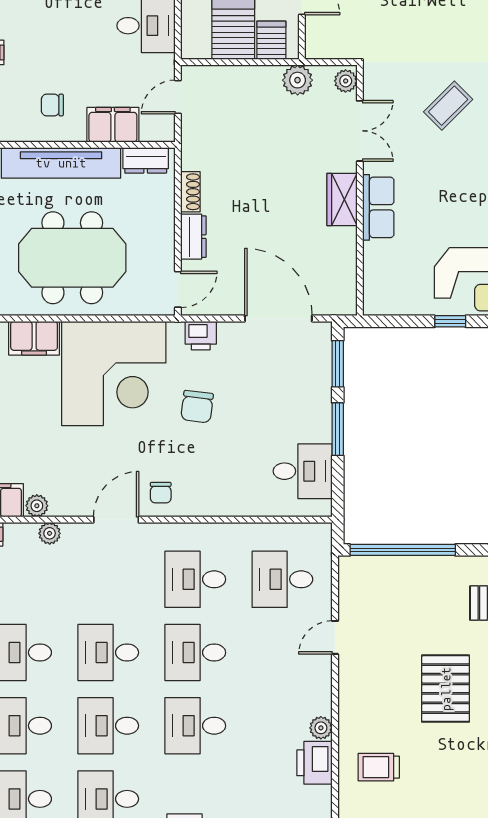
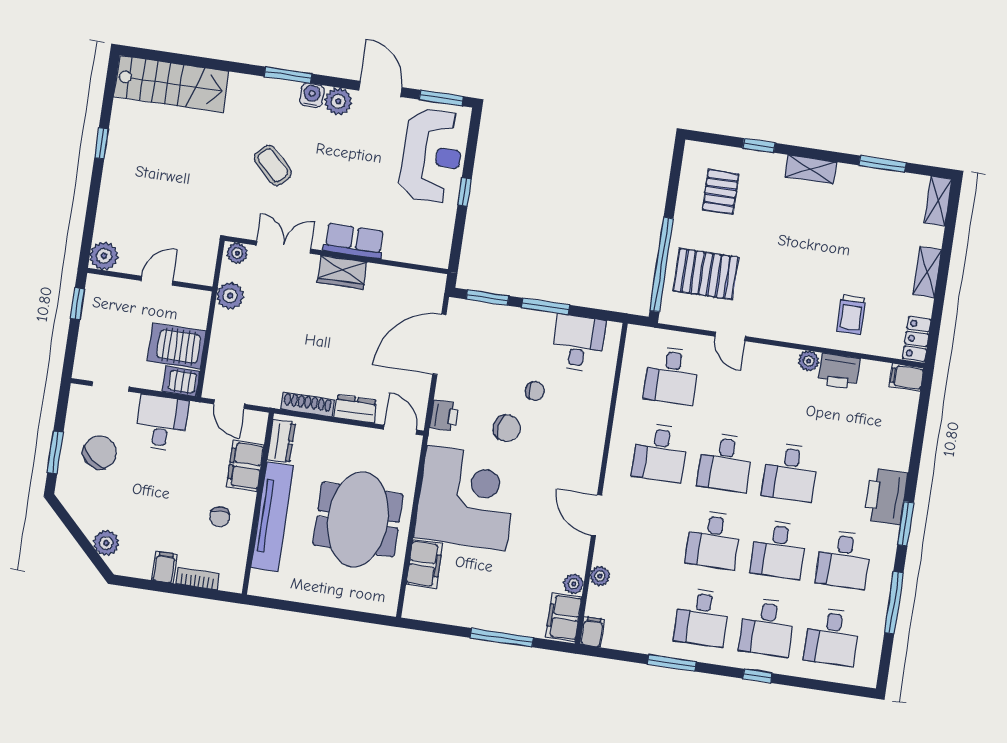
server rack: (271, 40) -> (181, 381), moved
shoe rack: (190, 192) -> (307, 404), width x1.43
chair: (161, 493) -> (535, 391), moved
pallet: (446, 689) -> (706, 274), moved

